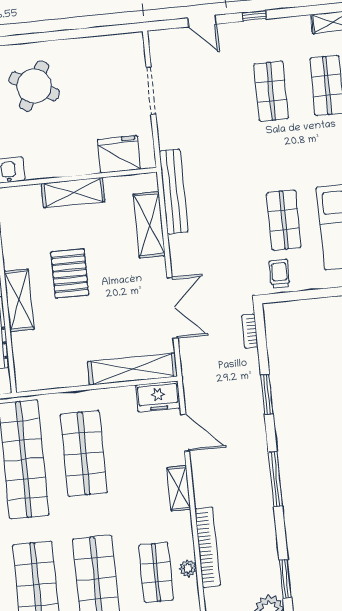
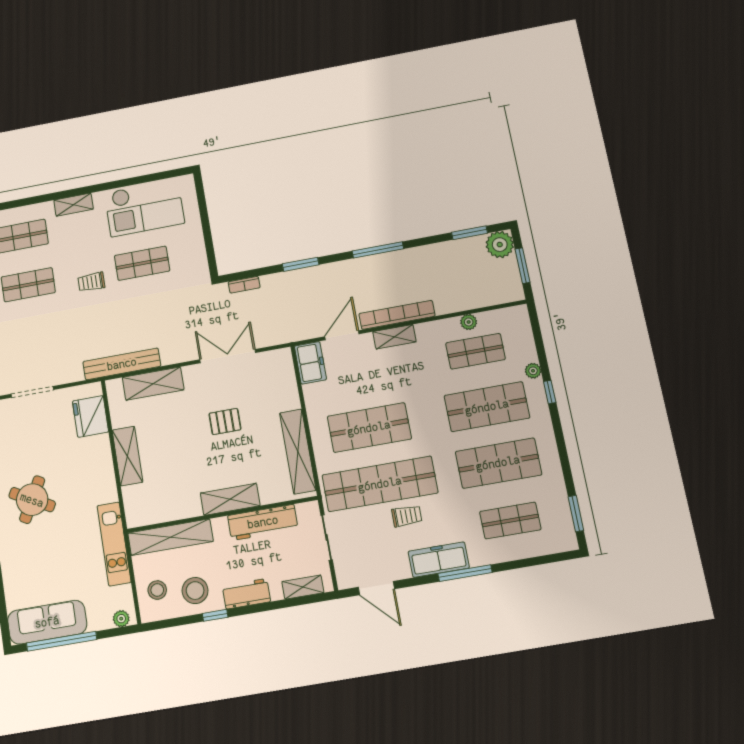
pallet: (70, 273) -> (225, 421), moved, width x0.67, depth x0.71
trolley: (280, 274) -> (91, 282), moved
shelving: (132, 369) -> (298, 451), moved
bookcase: (208, 547) -> (397, 315), moved

